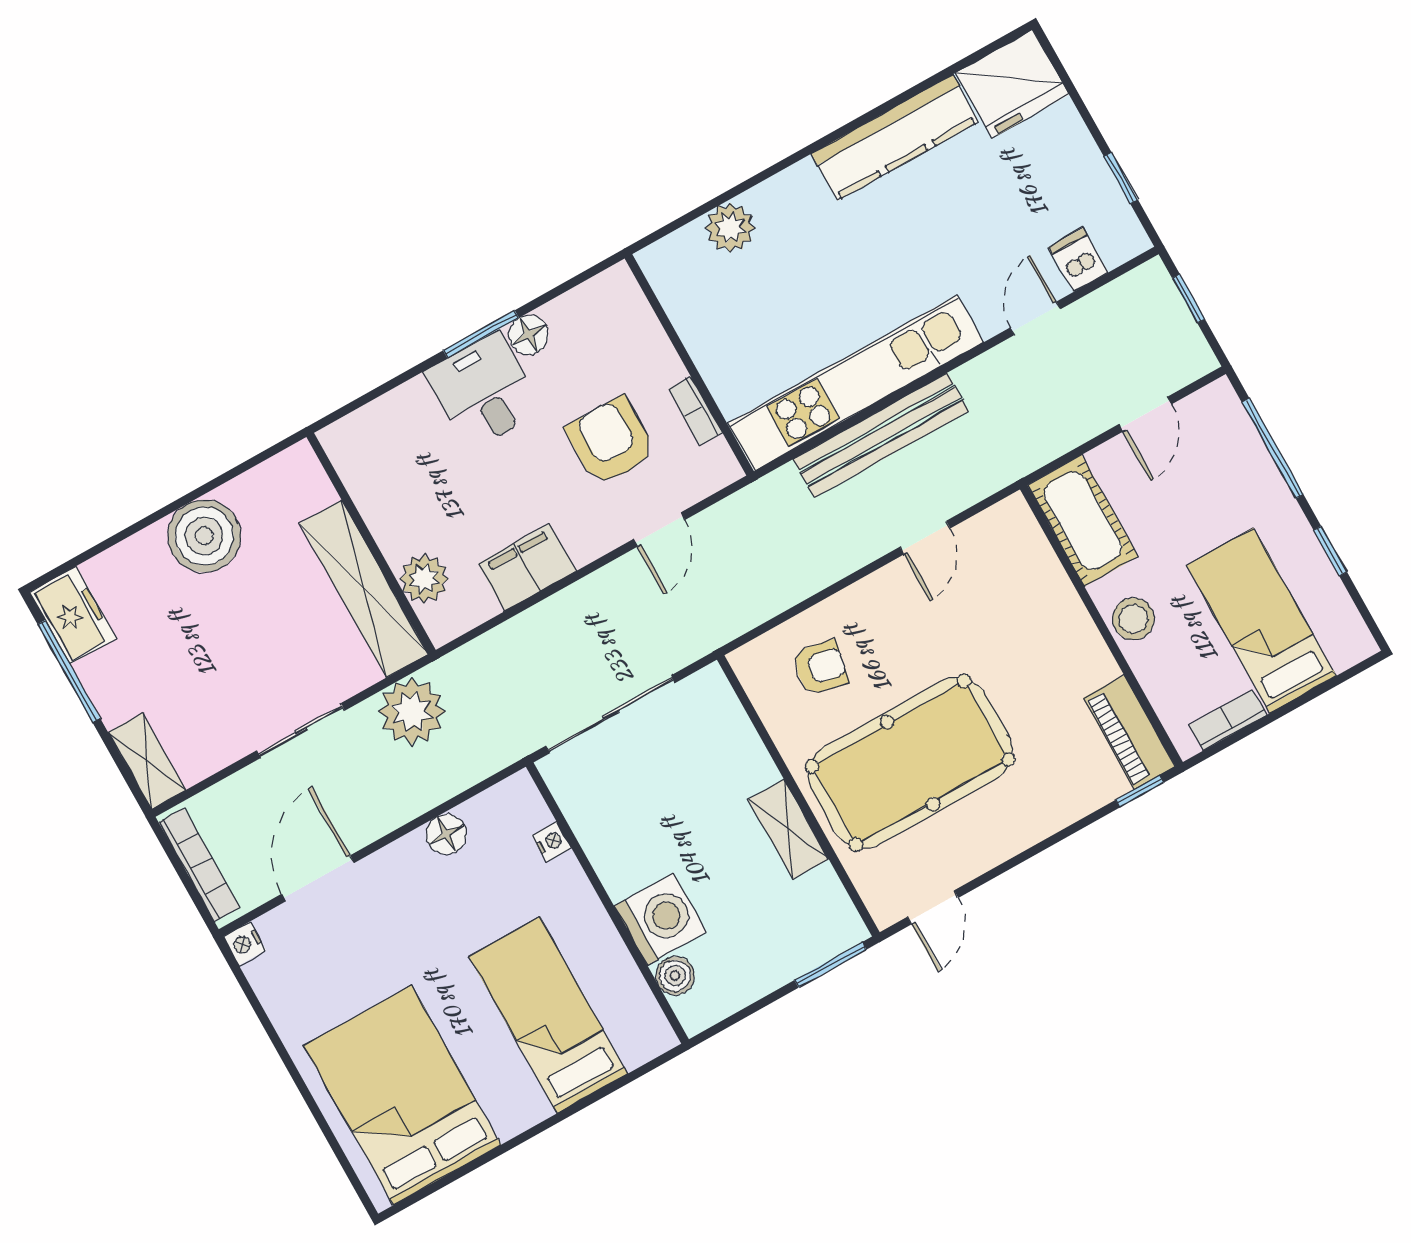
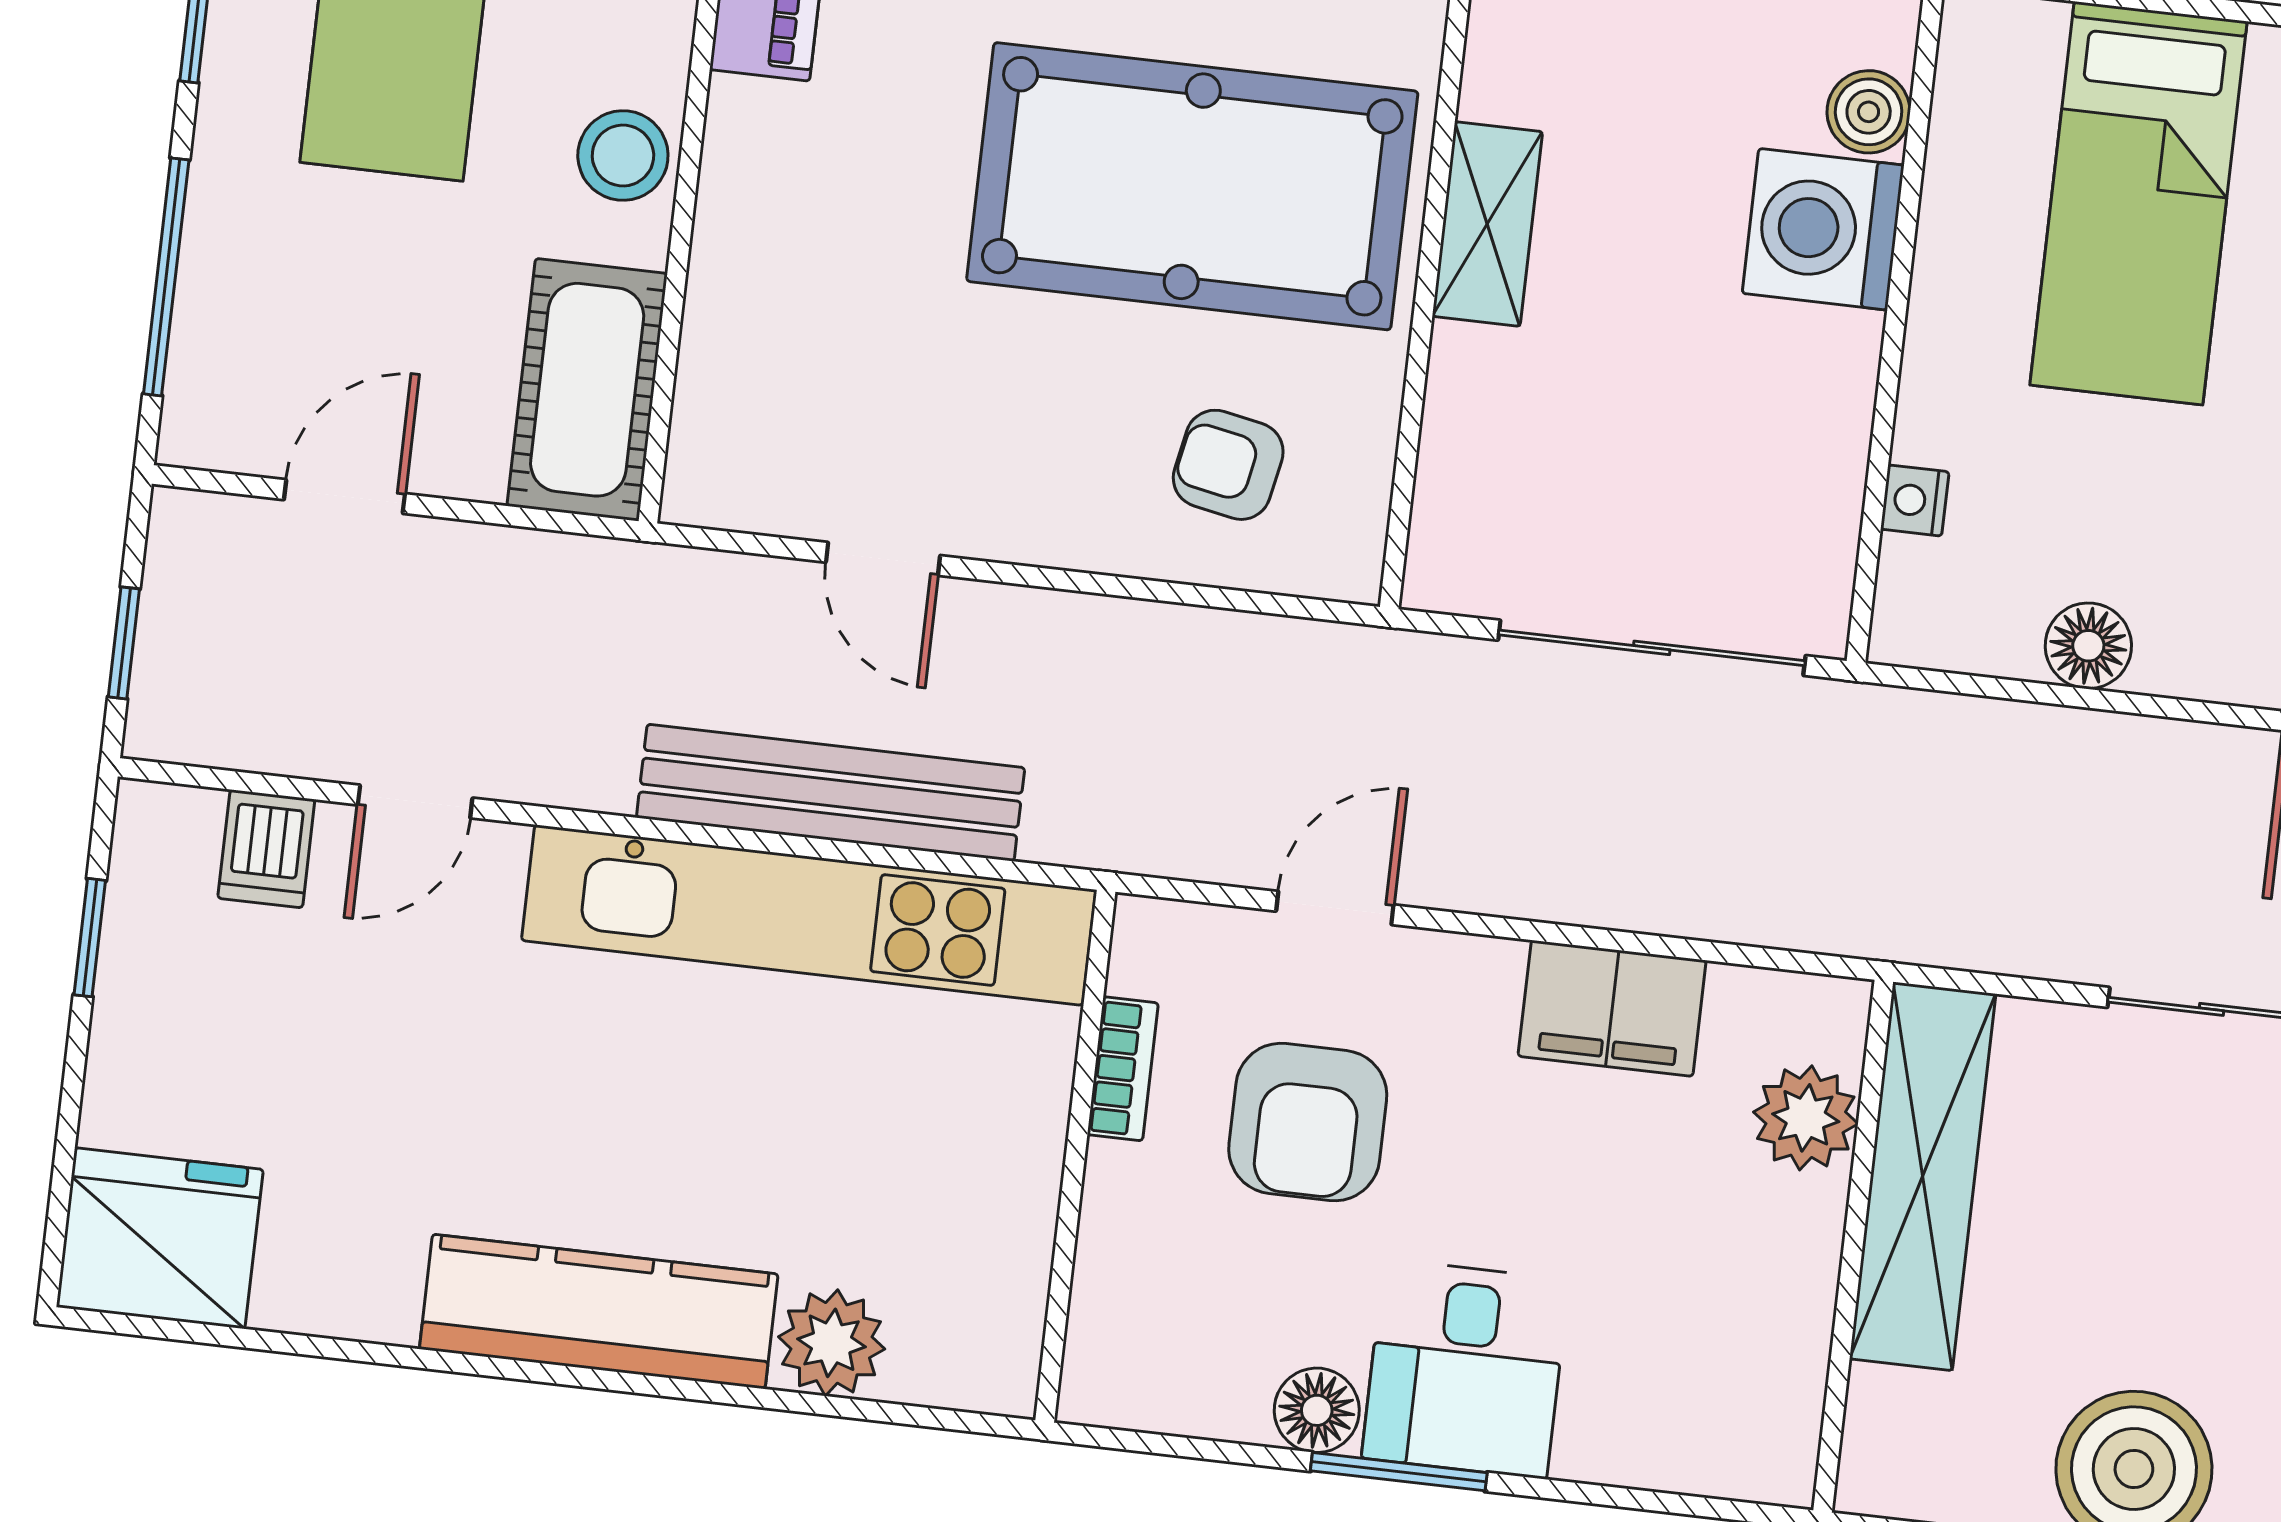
kitchen counter: (895, 138) -> (599, 1312), moved
door: (925, 538) -> (883, 559), swing flipped
plant: (412, 711) -> (1994, 903), removed

